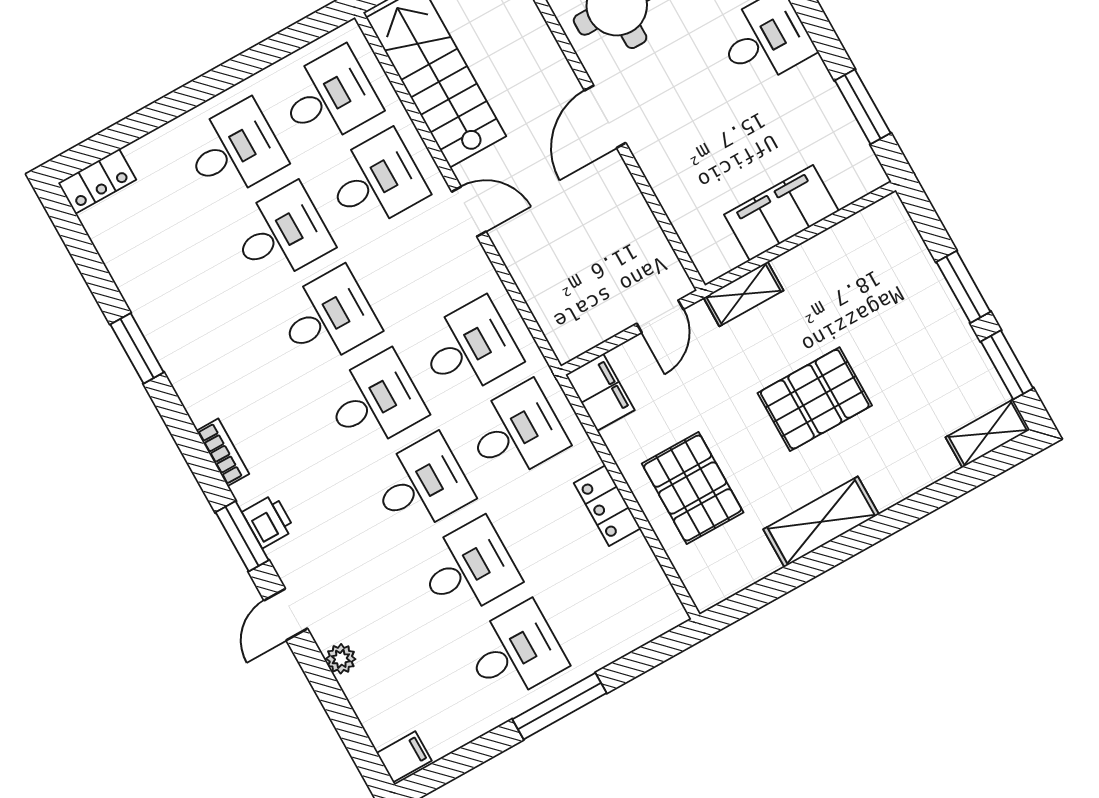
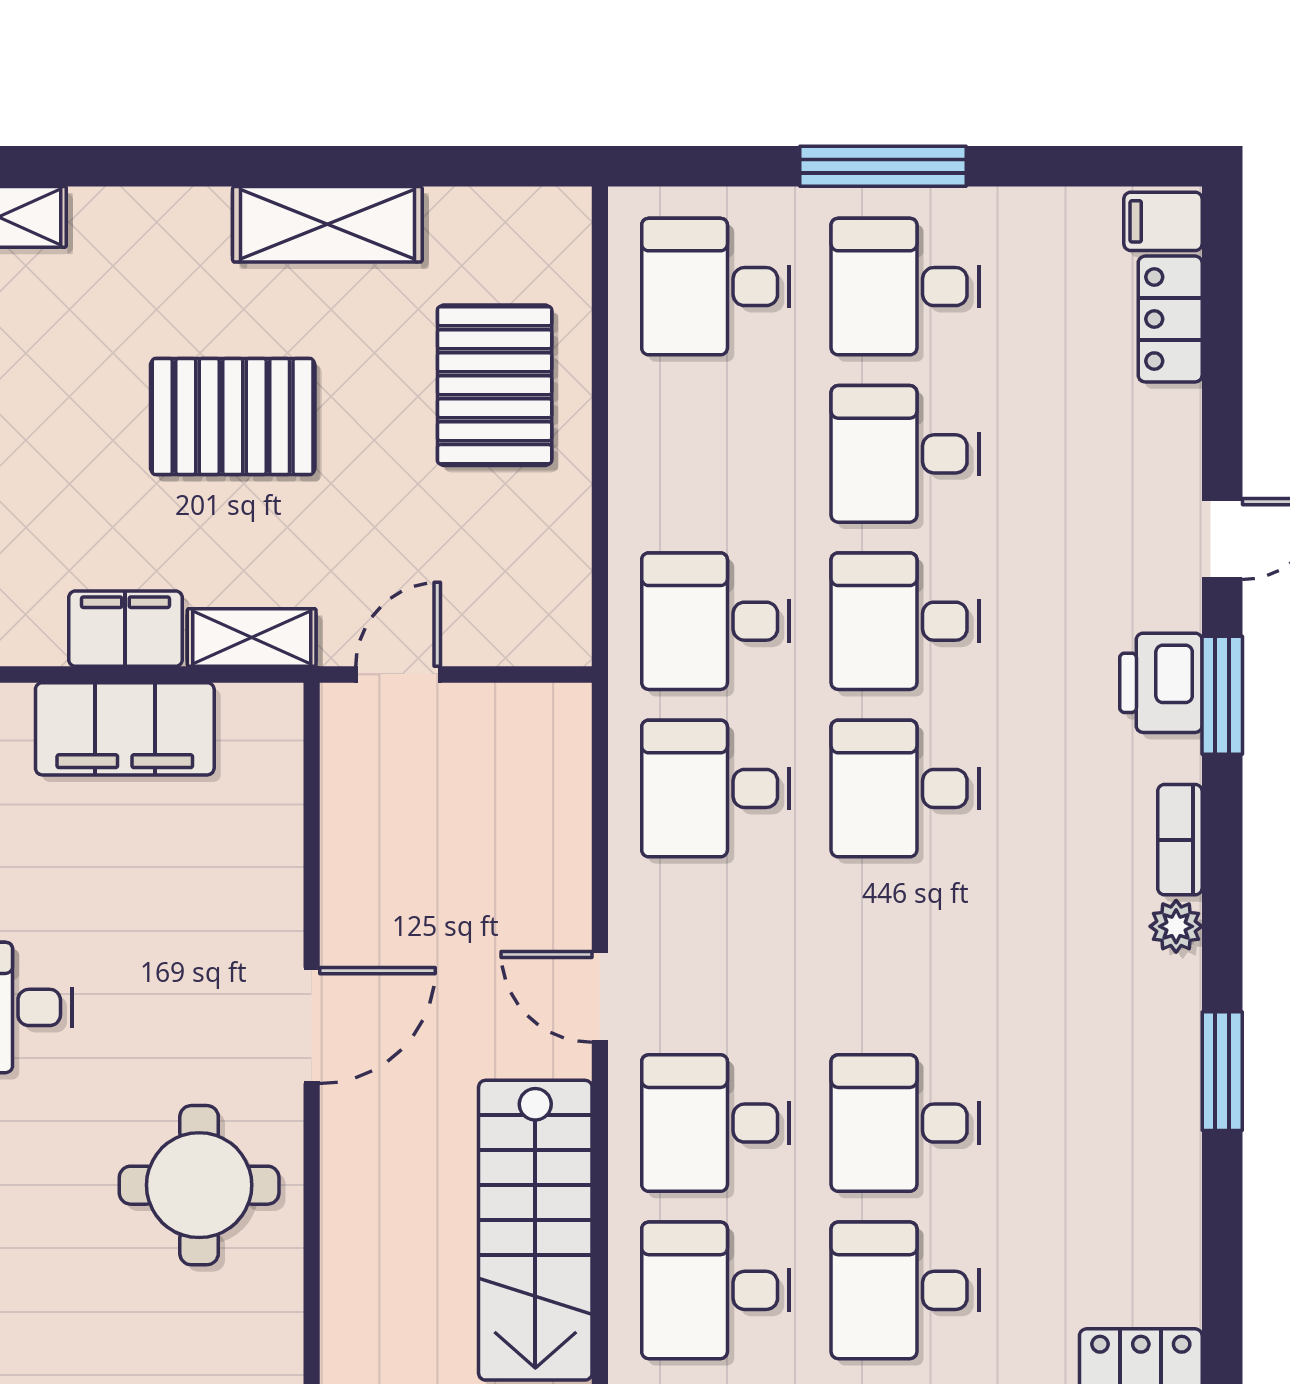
desk: (328, 317) -> (716, 287), moved
filing cabinet: (600, 392) -> (125, 629), moved, turned 90
locker: (607, 506) -> (1170, 319), moved, turned 180
printer: (268, 521) -> (1161, 683), width x1.36, depth x1.24
plant: (341, 659) -> (1176, 926), moved

